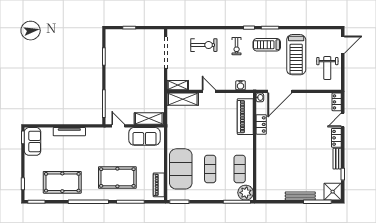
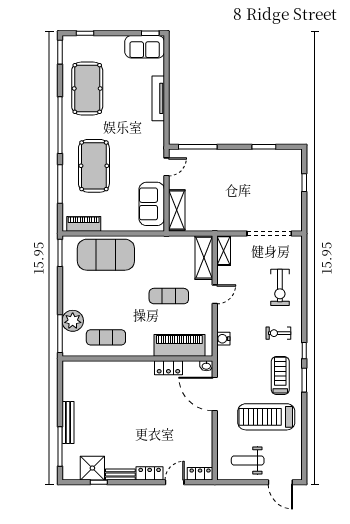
door: (343, 120) -> (175, 482), hinge flipped
exercise mat: (210, 169) -> (169, 296), moved
shower: (333, 192) -> (92, 468), moved
plant: (246, 193) -> (73, 321), moved

